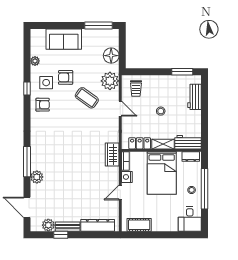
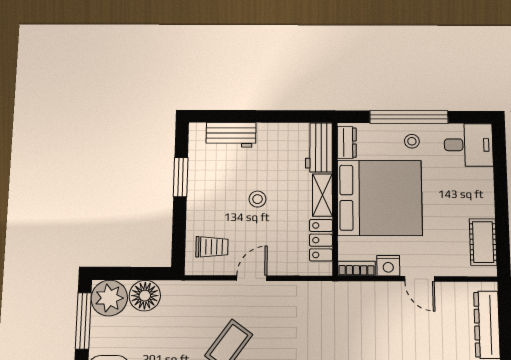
window: (182, 72) -> (181, 177), moved
plant: (110, 81) -> (109, 298), moved
wardrobe: (112, 155) -> (344, 295), removed
bed: (162, 173) -> (380, 198), width x1.36

